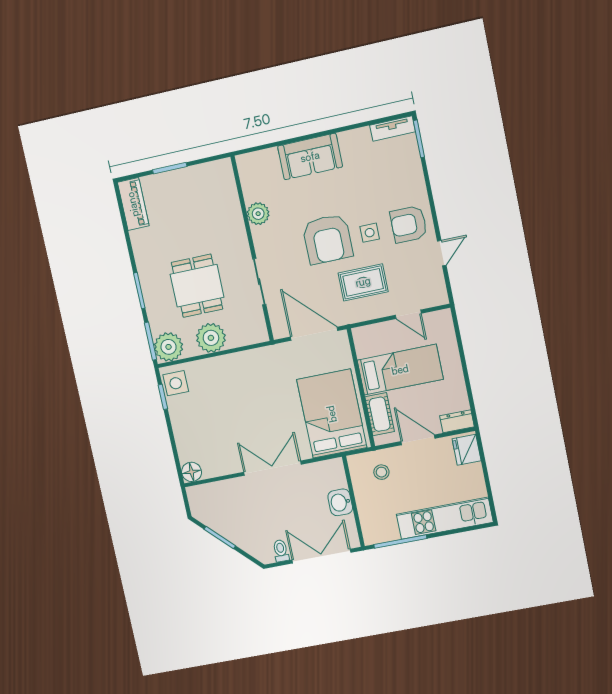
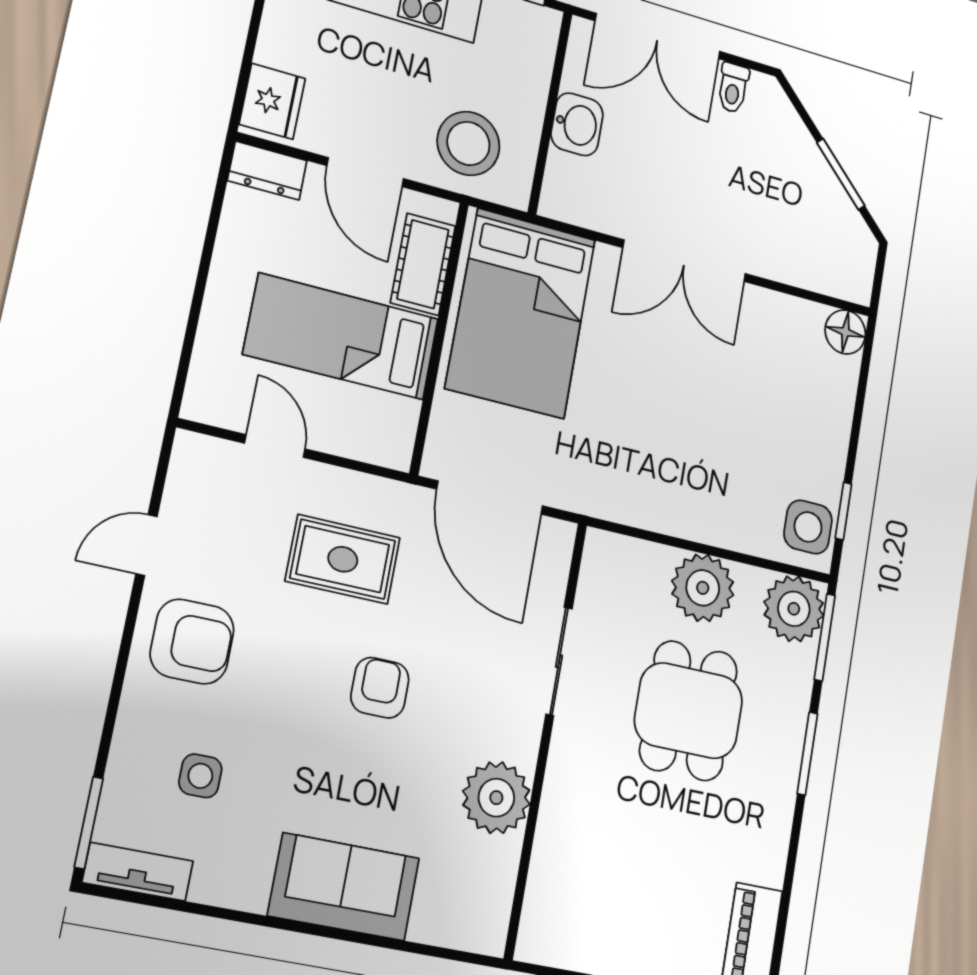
plant: (258, 214) -> (496, 798), width x1.36, depth x1.36
side table: (370, 233) -> (200, 776), moved
armchair: (328, 239) -> (380, 688), width x0.53, depth x0.53
stool: (381, 472) -> (468, 143), width x1.89, depth x1.89

